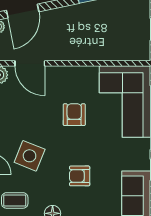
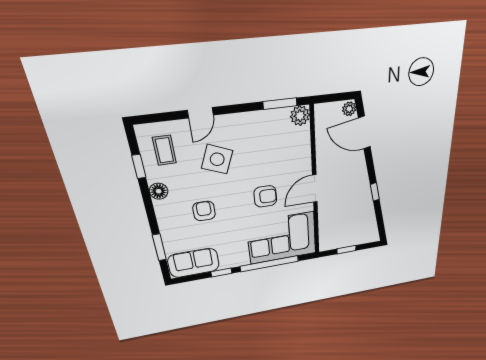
door: (30, 63) -> (315, 189), moved

